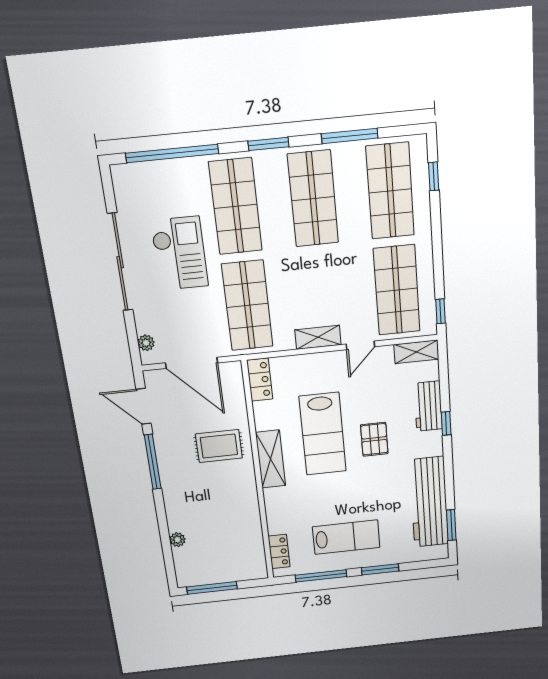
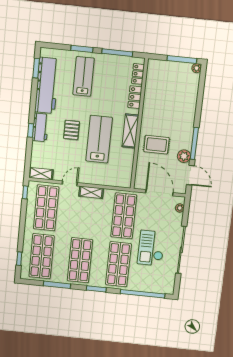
locker: (260, 380) -> (135, 97), moved
workbench: (428, 406) -> (40, 127), moved
plant: (165, 437) -> (184, 156), added
lab bench: (346, 537) -> (84, 76), moved, turned 90
plant: (177, 540) -> (197, 68), moved

